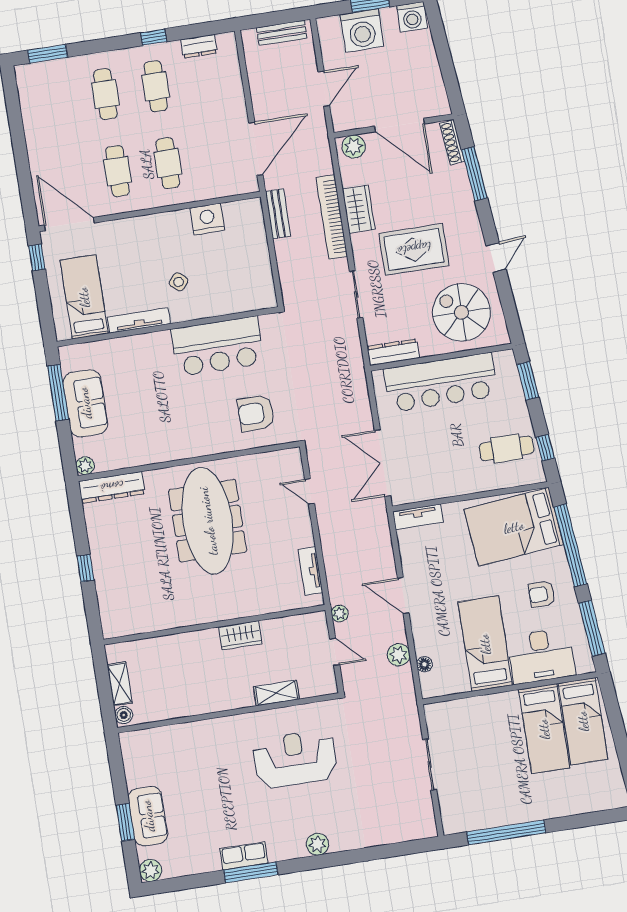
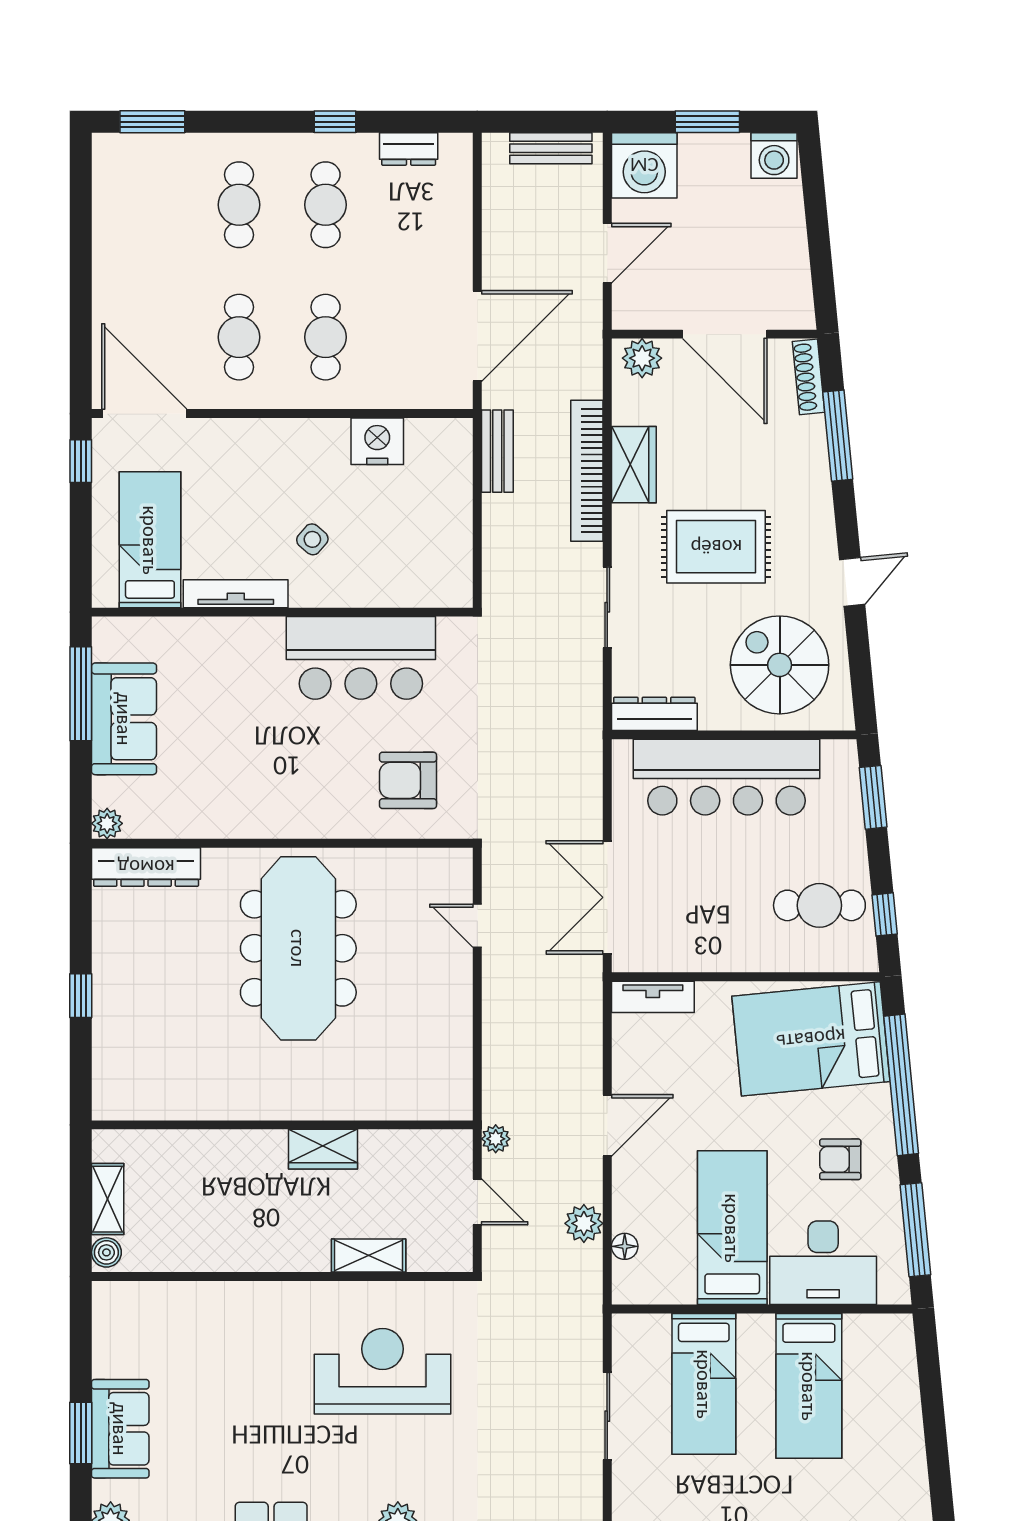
washing machine: (362, 30) -> (644, 165), moved
tv unit: (310, 571) -> (458, 1060), removed
door: (403, 596) -> (607, 1125), swing flipped
bed: (583, 721) -> (704, 1384), moved

